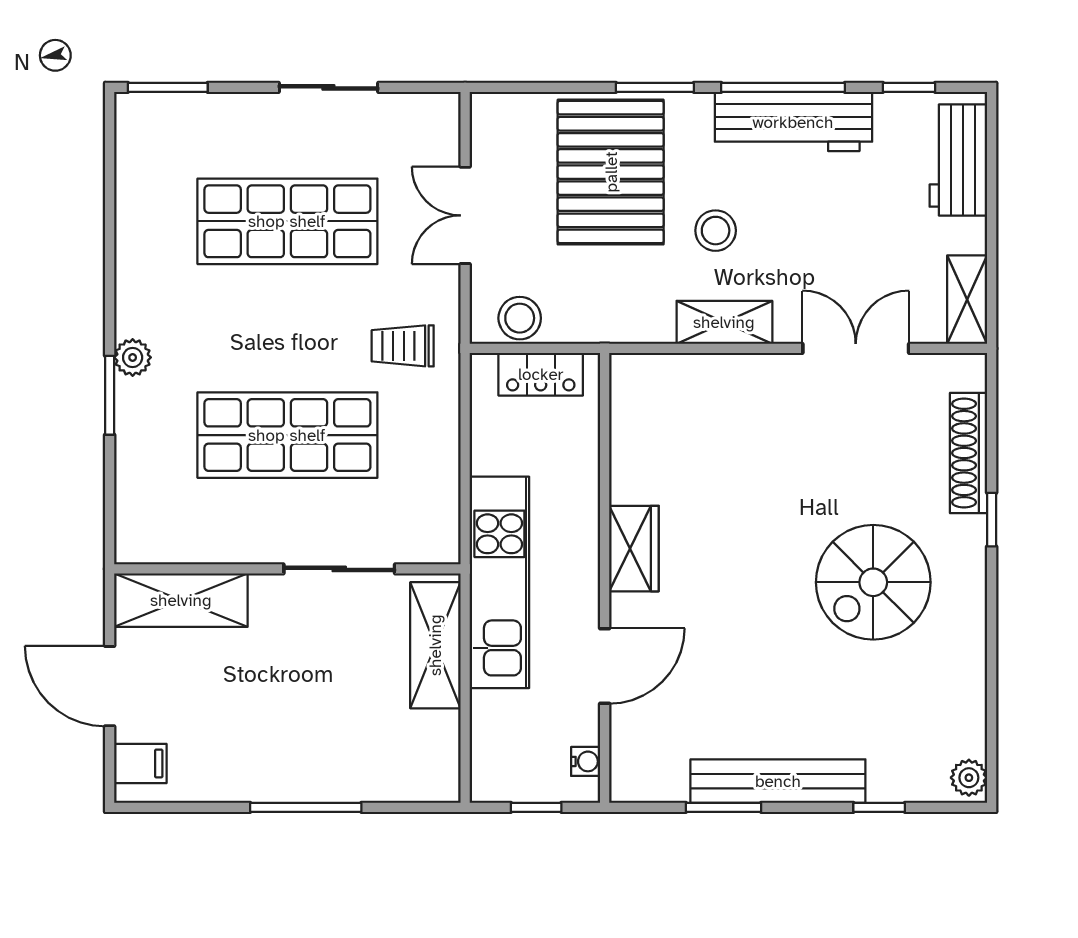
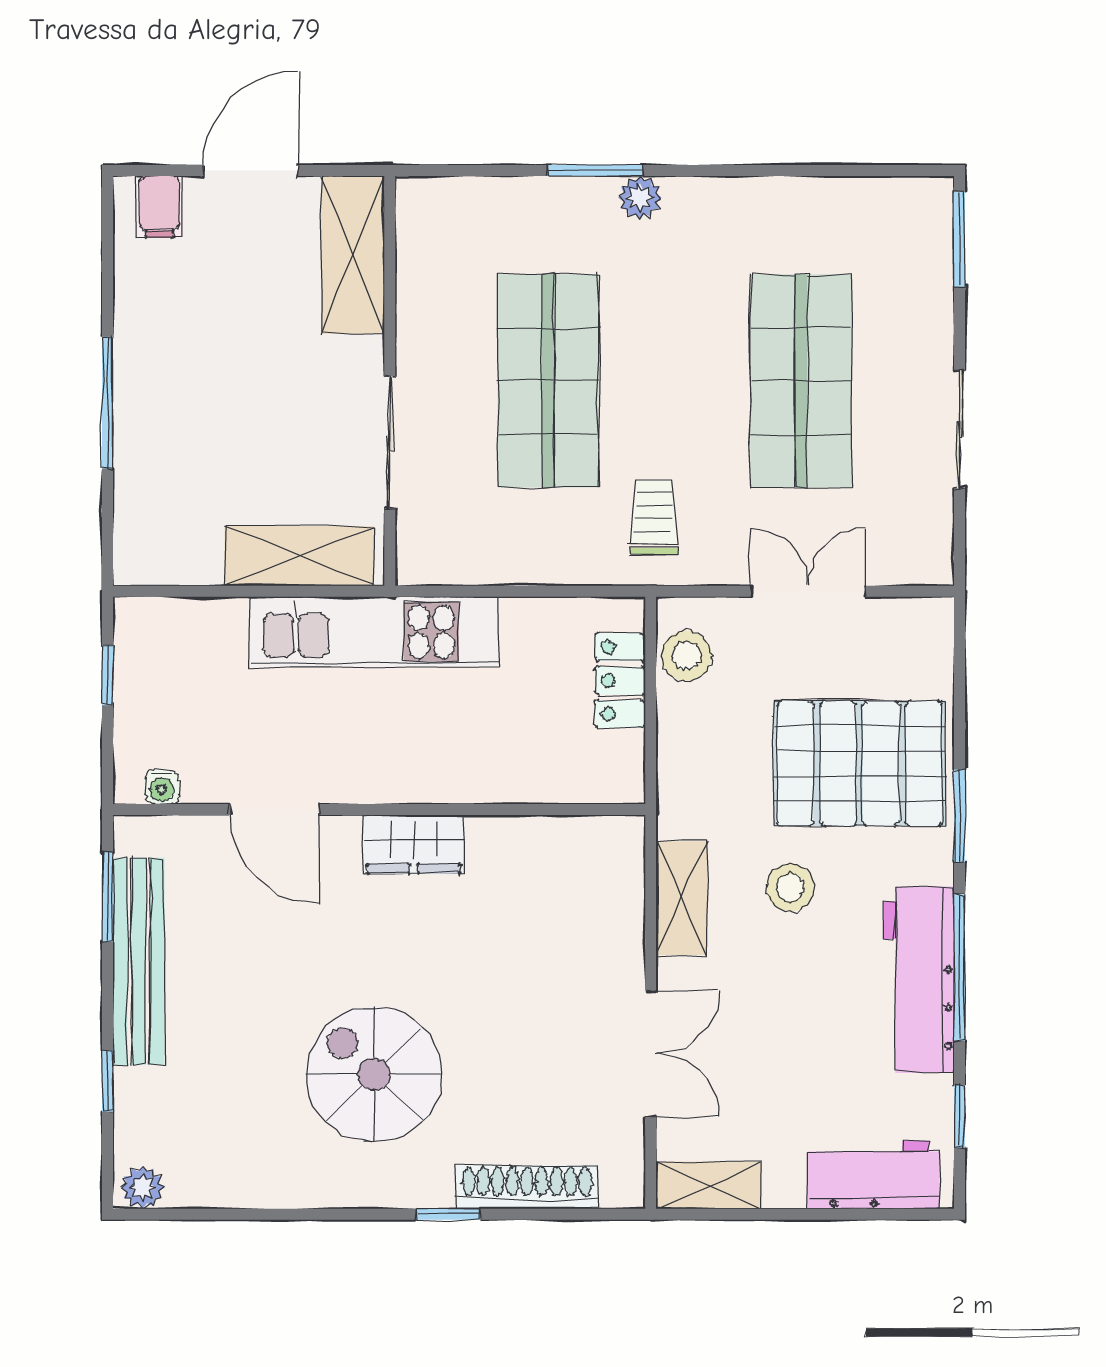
wardrobe: (634, 549) -> (414, 844), moved
wall: (605, 578) -> (379, 809), moved
door: (605, 666) -> (275, 809), moved
water cooler: (586, 761) -> (162, 787), moved

